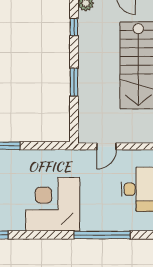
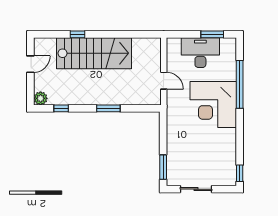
corner desk: (53, 204) -> (213, 105), moved

